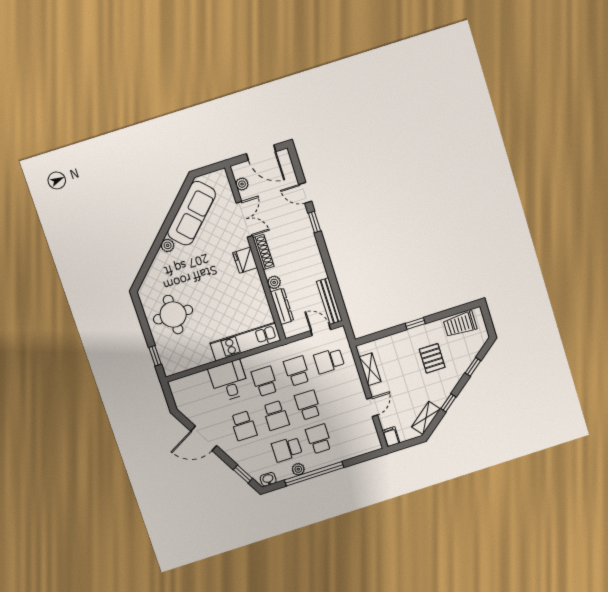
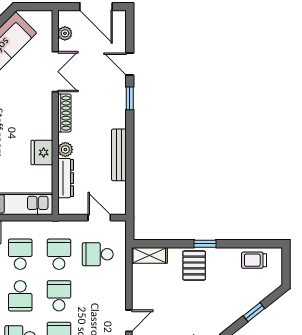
fridge: (245, 260) -> (42, 152), moved
bench: (329, 301) -> (119, 155), moved
trolley: (460, 324) -> (254, 260), width x0.73, depth x0.72
pallet: (432, 358) -> (194, 265), moved
shelving: (370, 369) -> (149, 255), moved, turned 90

